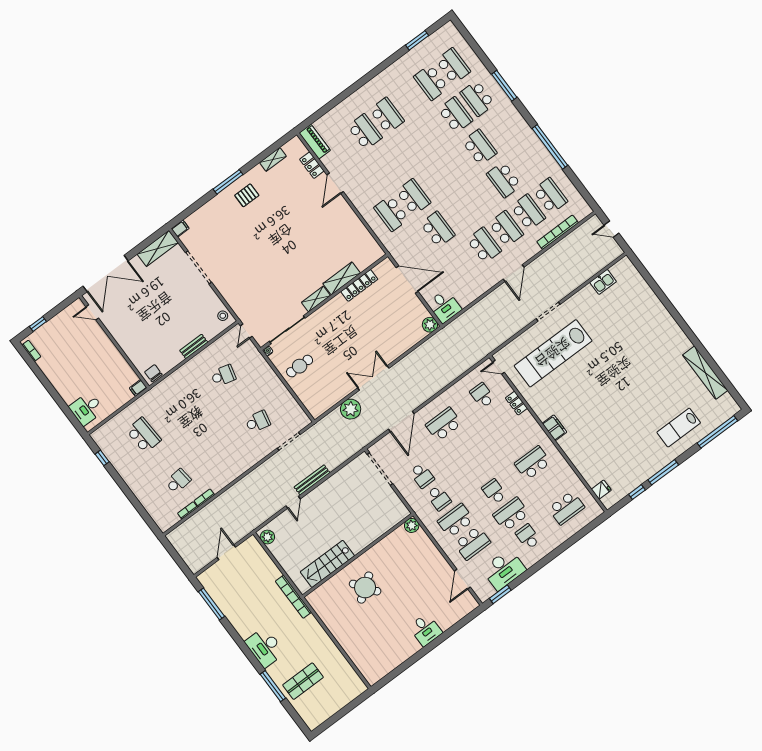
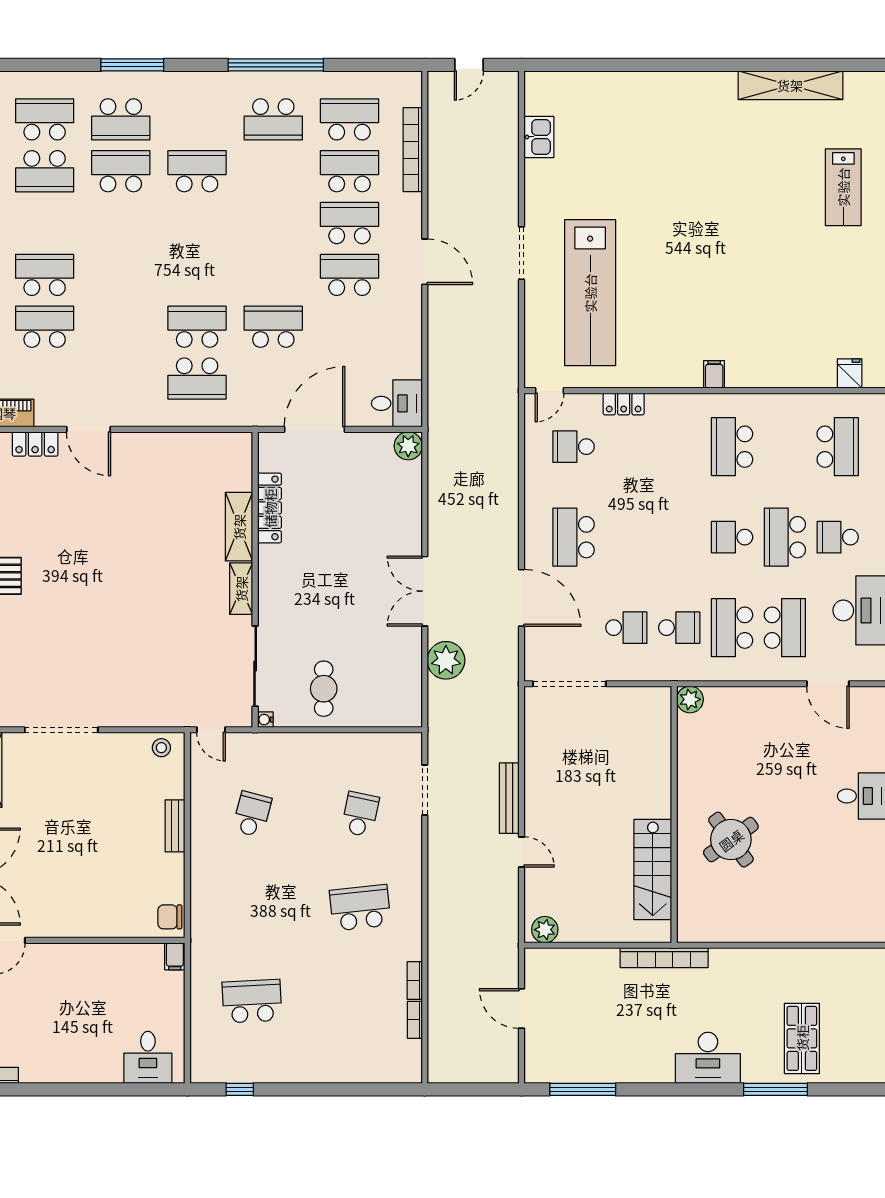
school desk: (504, 180) -> (273, 119), moved
filing cabinet: (554, 428) -> (714, 374), width x0.50
school desk: (178, 481) -> (360, 908), moved, width x1.85

